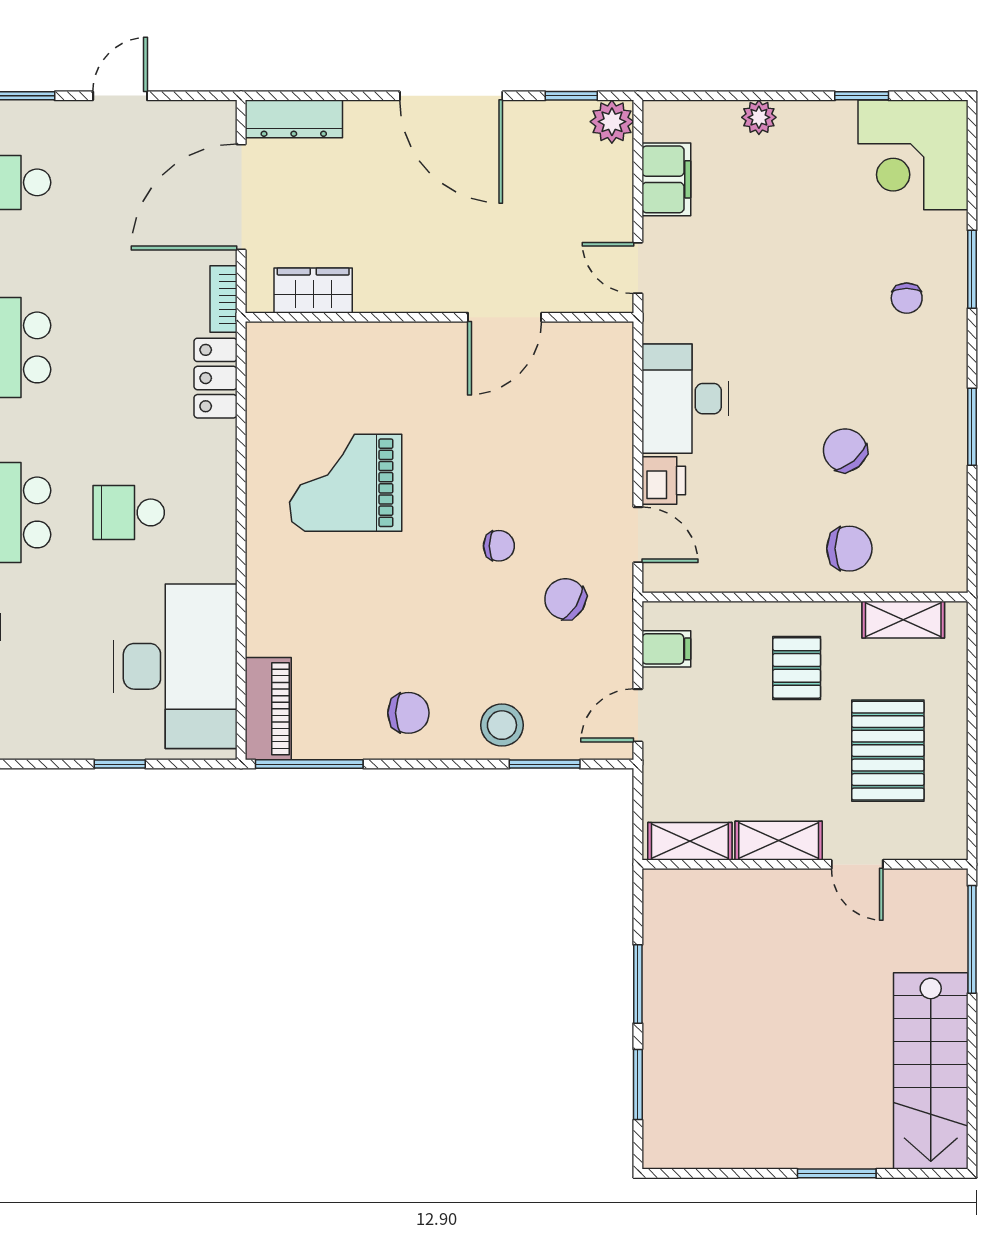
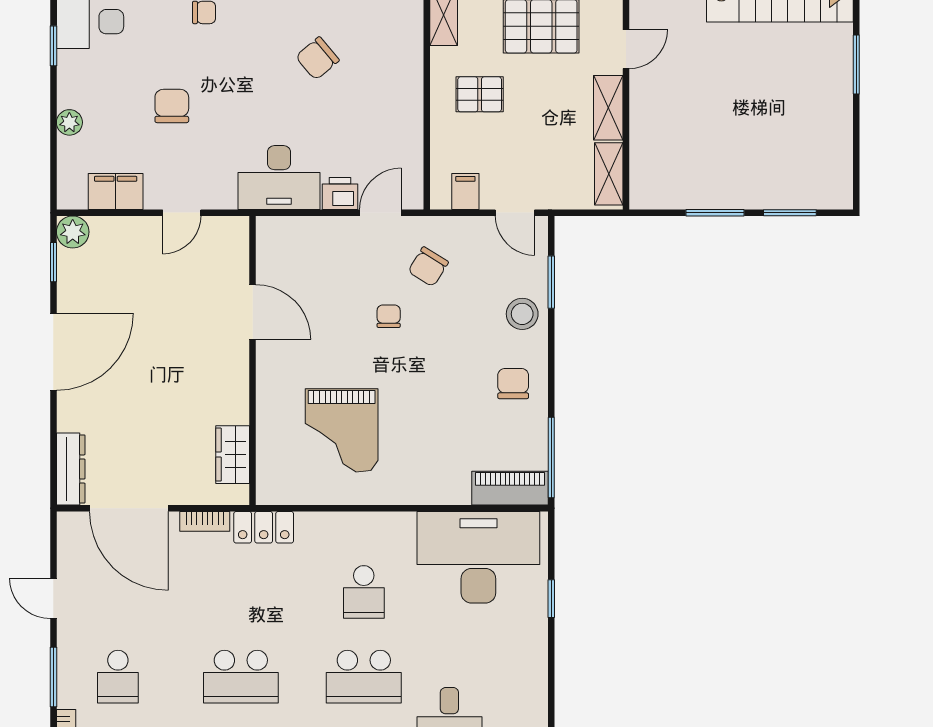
wardrobe: (313, 290) -> (233, 455), moved
wall: (439, 317) -> (253, 360), moved
door: (505, 317) -> (253, 312), moved
chair: (849, 549) -> (172, 106), moved

